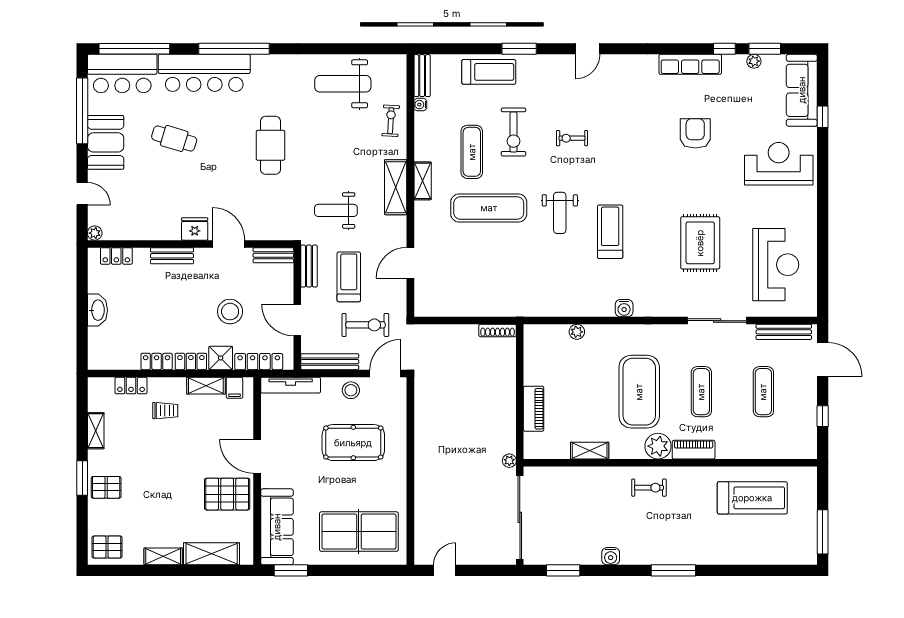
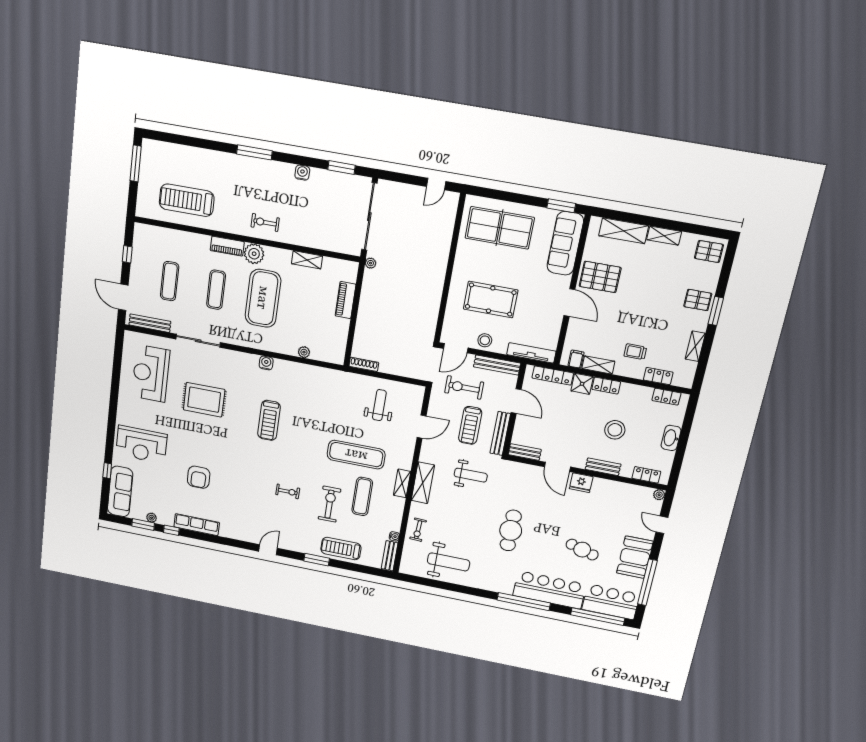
weight bench: (560, 213) -> (379, 405), moved
rug: (700, 243) -> (204, 400), turned 90
bench: (309, 266) -> (500, 433), width x1.36
stool: (230, 312) -> (615, 430), moved
locker: (157, 361) -> (666, 397), moved

